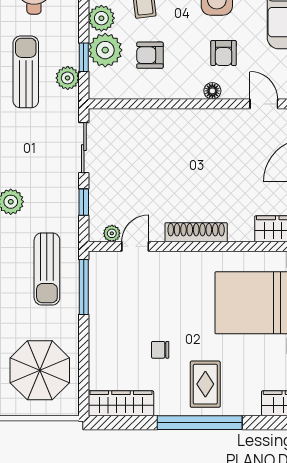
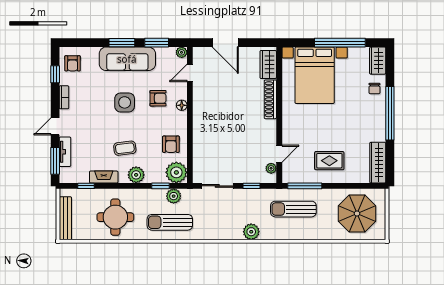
plant: (105, 50) -> (176, 172), moved
armchair: (150, 55) -> (171, 144), moved
shoe rack: (196, 232) -> (270, 99), moved
door: (135, 246) -> (279, 154), swing flipped
sun lounger: (47, 269) -> (293, 209), turned 180
chair: (160, 350) -> (374, 89), moved
rug: (205, 384) -> (329, 161), moved

